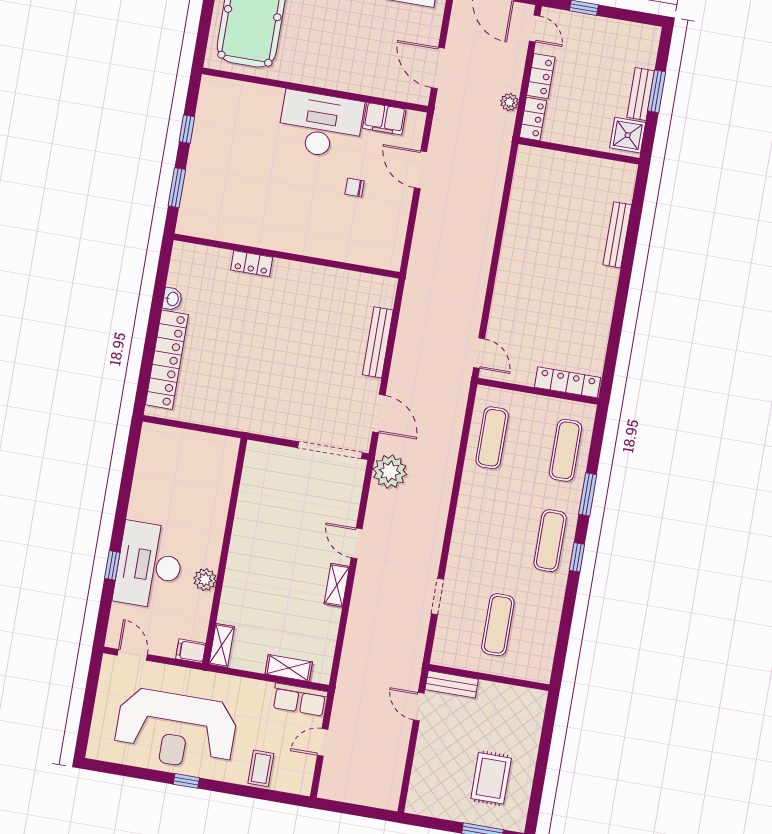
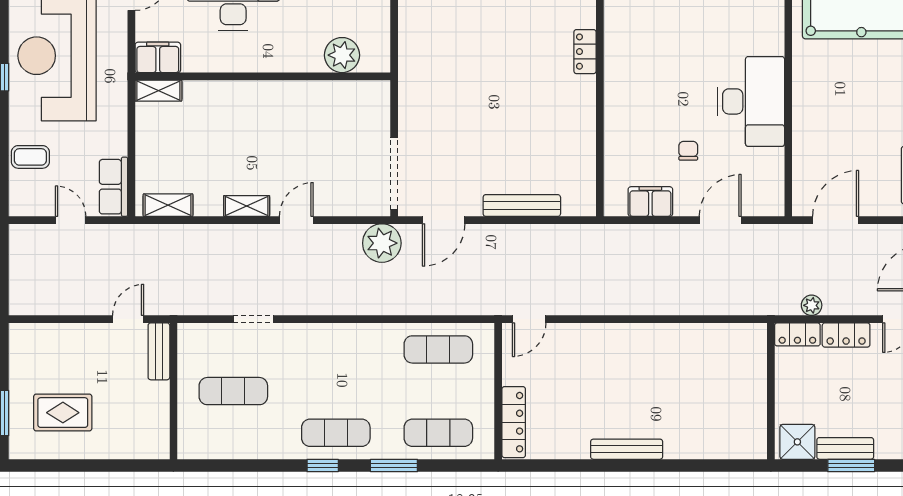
filing cabinet: (384, 119) -> (650, 202), moved, turned 90
bench: (617, 235) -> (627, 449), moved
plant: (205, 580) -> (342, 55), moved, width x1.36, depth x1.36
filing cabinet: (191, 651) -> (158, 57), width x2.00
shelving: (289, 668) -> (168, 205), moved, turned 90

